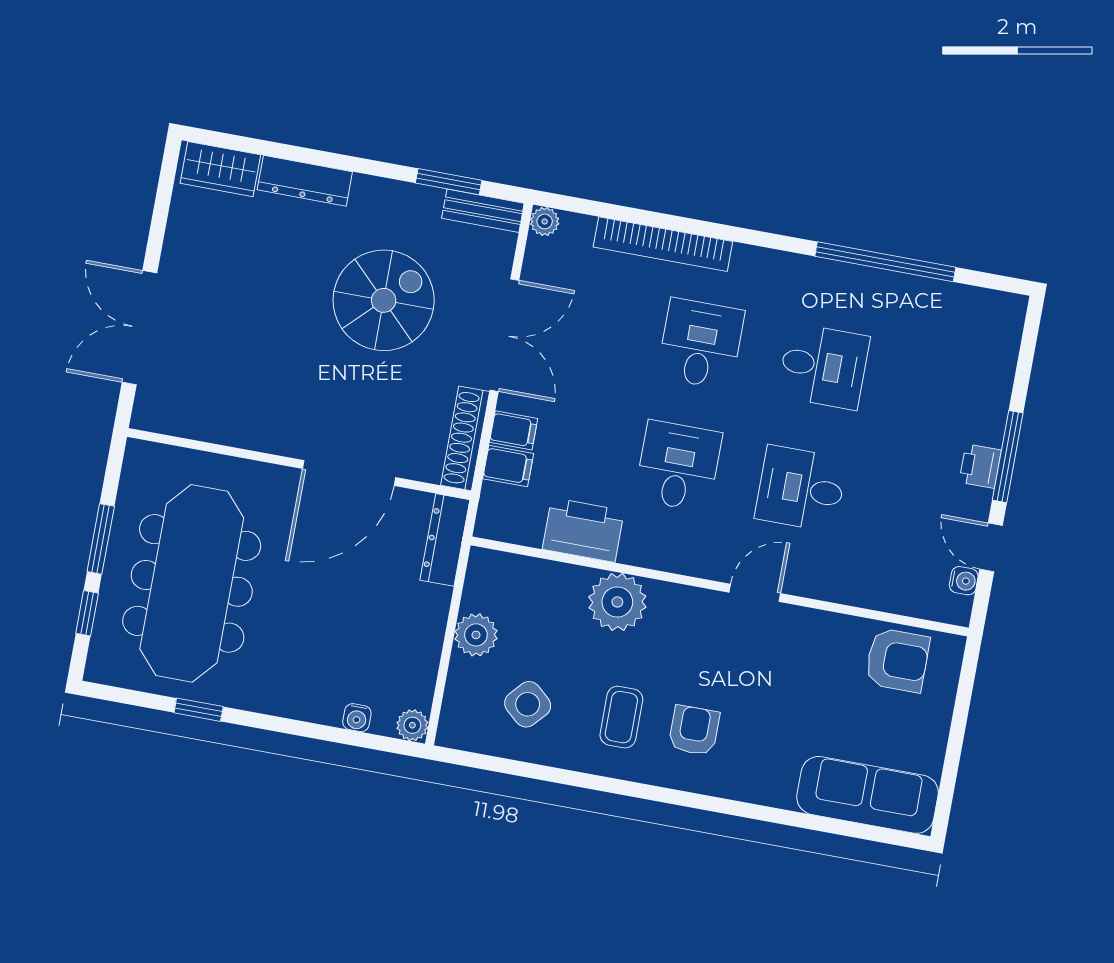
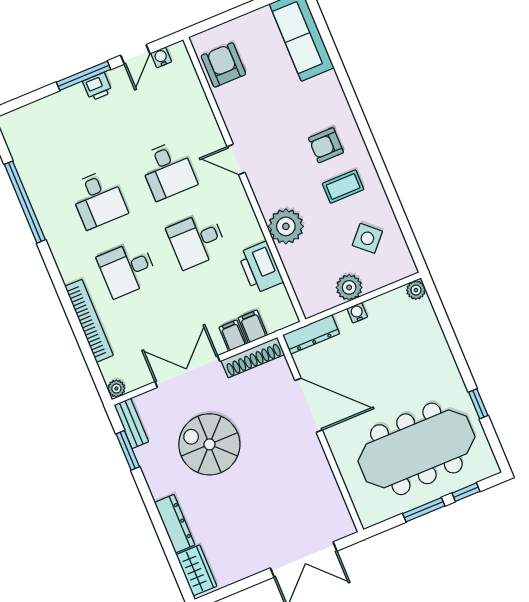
desk: (824, 366) -> (98, 199), turned 180
water cooler: (357, 718) -> (357, 313), moved, turned -90

